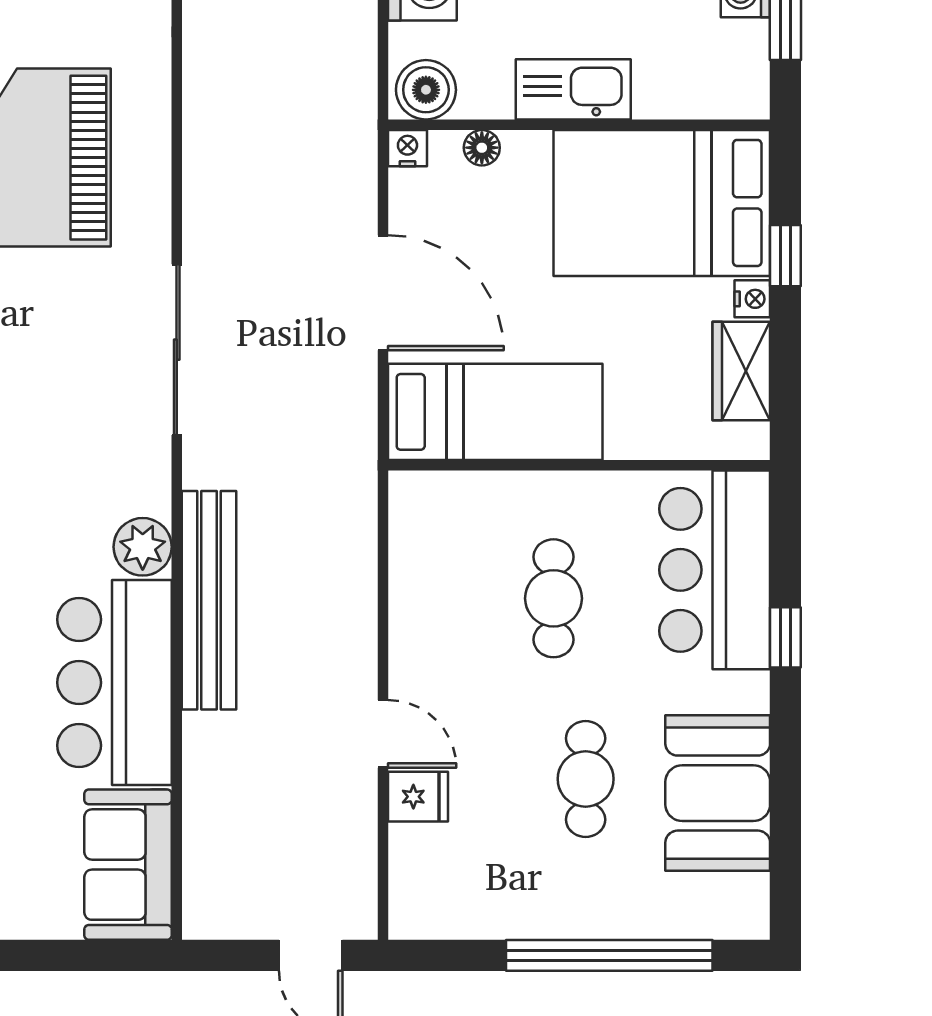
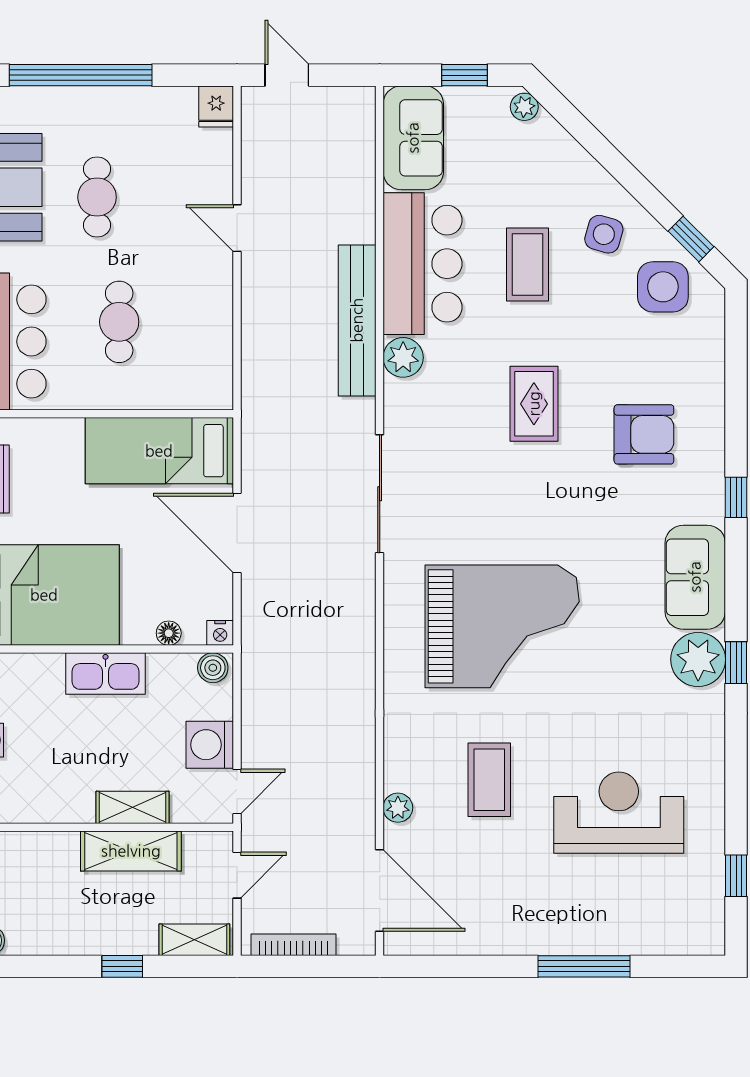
boiler: (426, 90) -> (213, 668), width x0.73, depth x0.73
fridge: (418, 797) -> (216, 106), moved, turned -90
window: (54, 955) -> (465, 75), added

